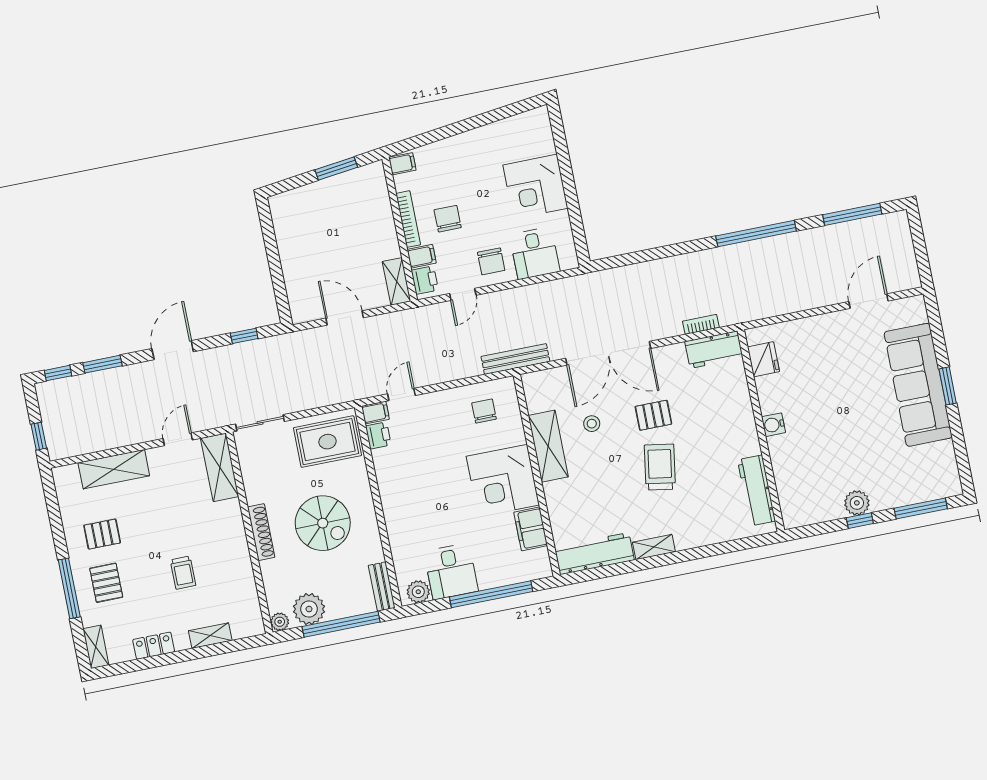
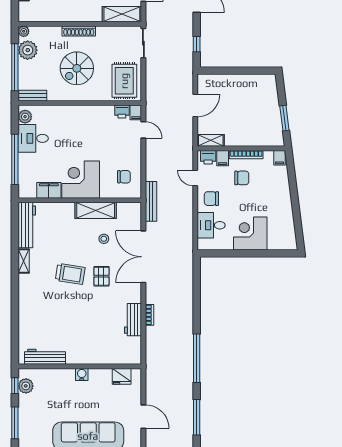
fridge: (763, 359) -> (122, 376), moved
water cooler: (773, 425) -> (82, 374), moved
wall: (761, 430) -> (80, 366), moved
workbench: (757, 490) -> (45, 357), moved

